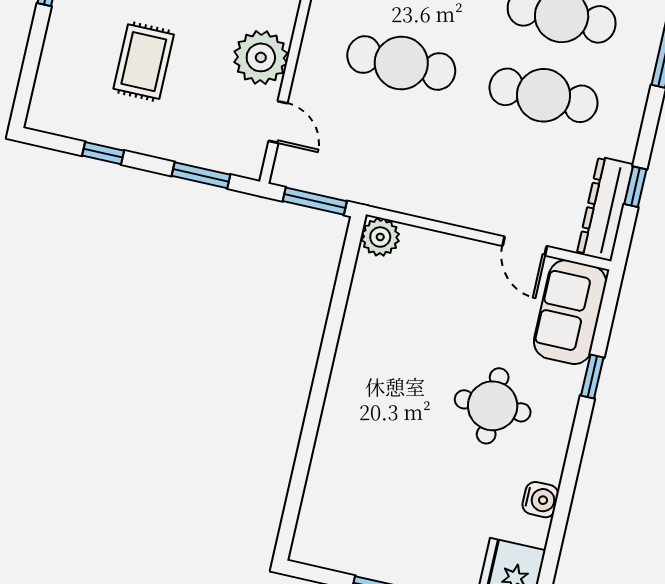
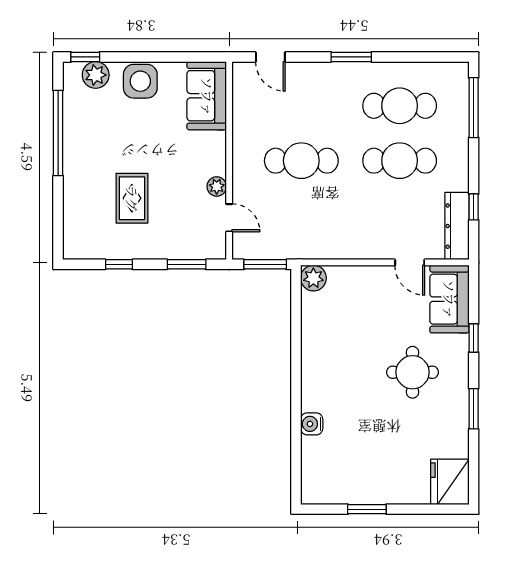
plant: (261, 57) -> (217, 186), width x0.53, depth x0.53
window: (569, 479) -> (474, 409), added
water cooler: (540, 500) -> (312, 424), moved, turned 180

